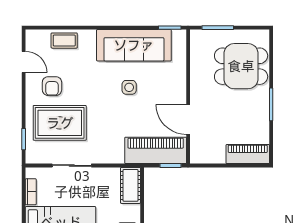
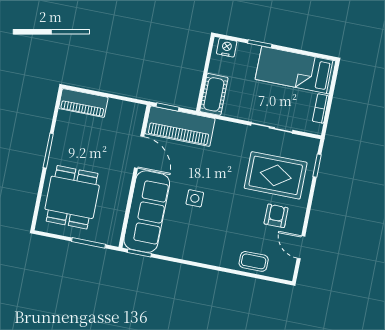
sofa: (134, 45) -> (147, 212), moved, turned 90
dining table: (241, 66) -> (72, 197), turned 90

